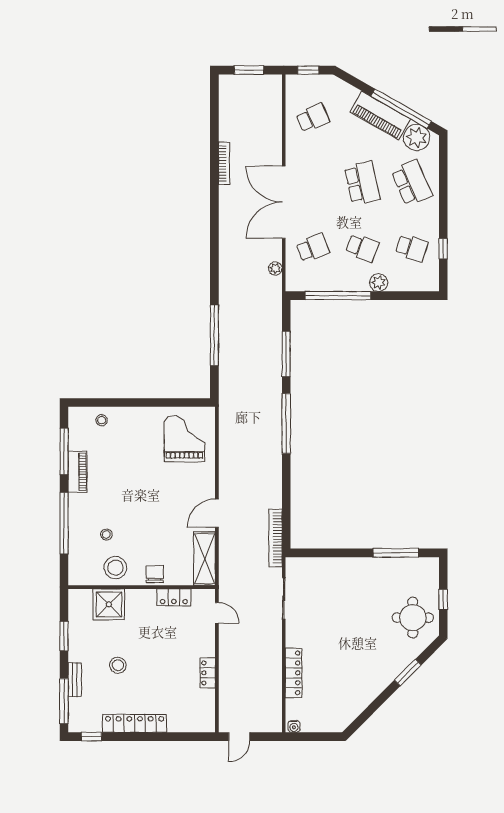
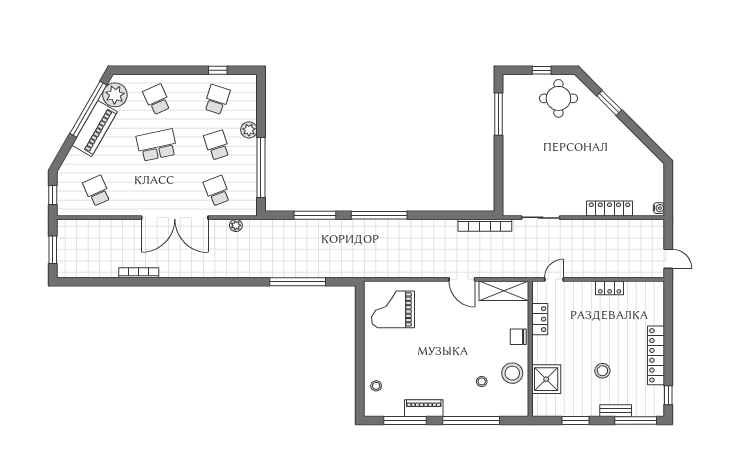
school desk: (412, 183) -> (157, 99), width x0.54
school desk: (362, 248) -> (217, 145), turned -39

